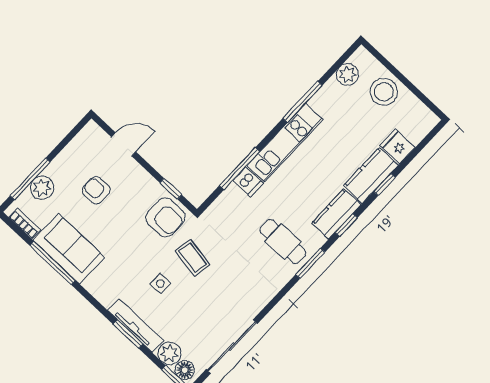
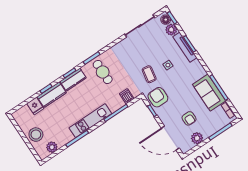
door: (124, 144) -> (170, 138), width x1.87
dishwasher: (248, 182) -> (127, 96), moved
plant: (42, 188) -> (197, 138), moved

